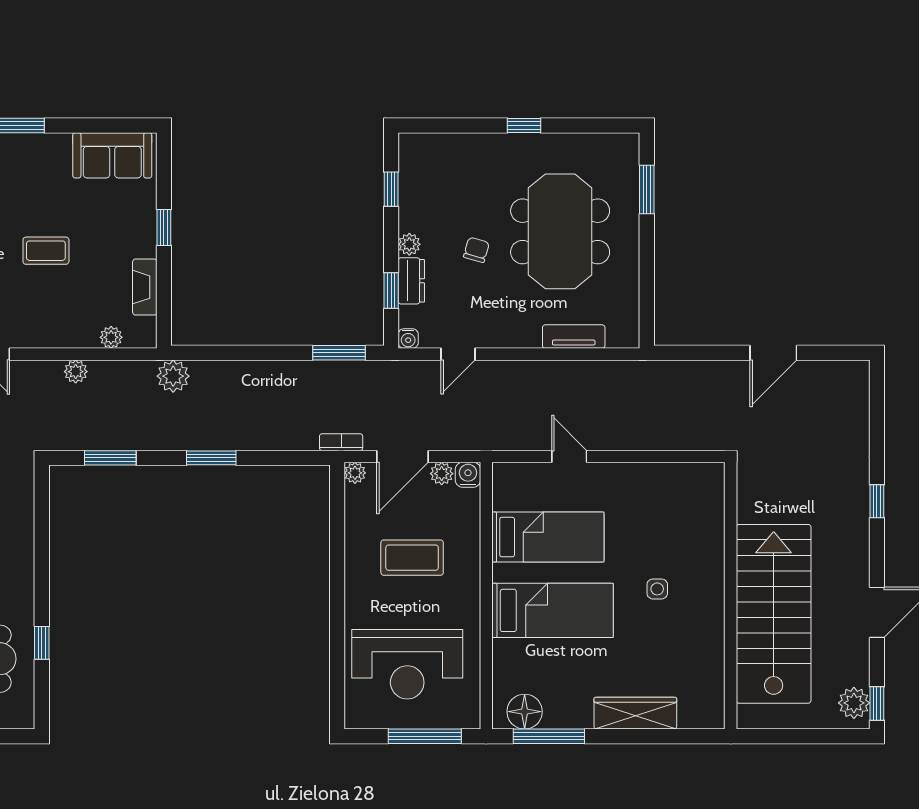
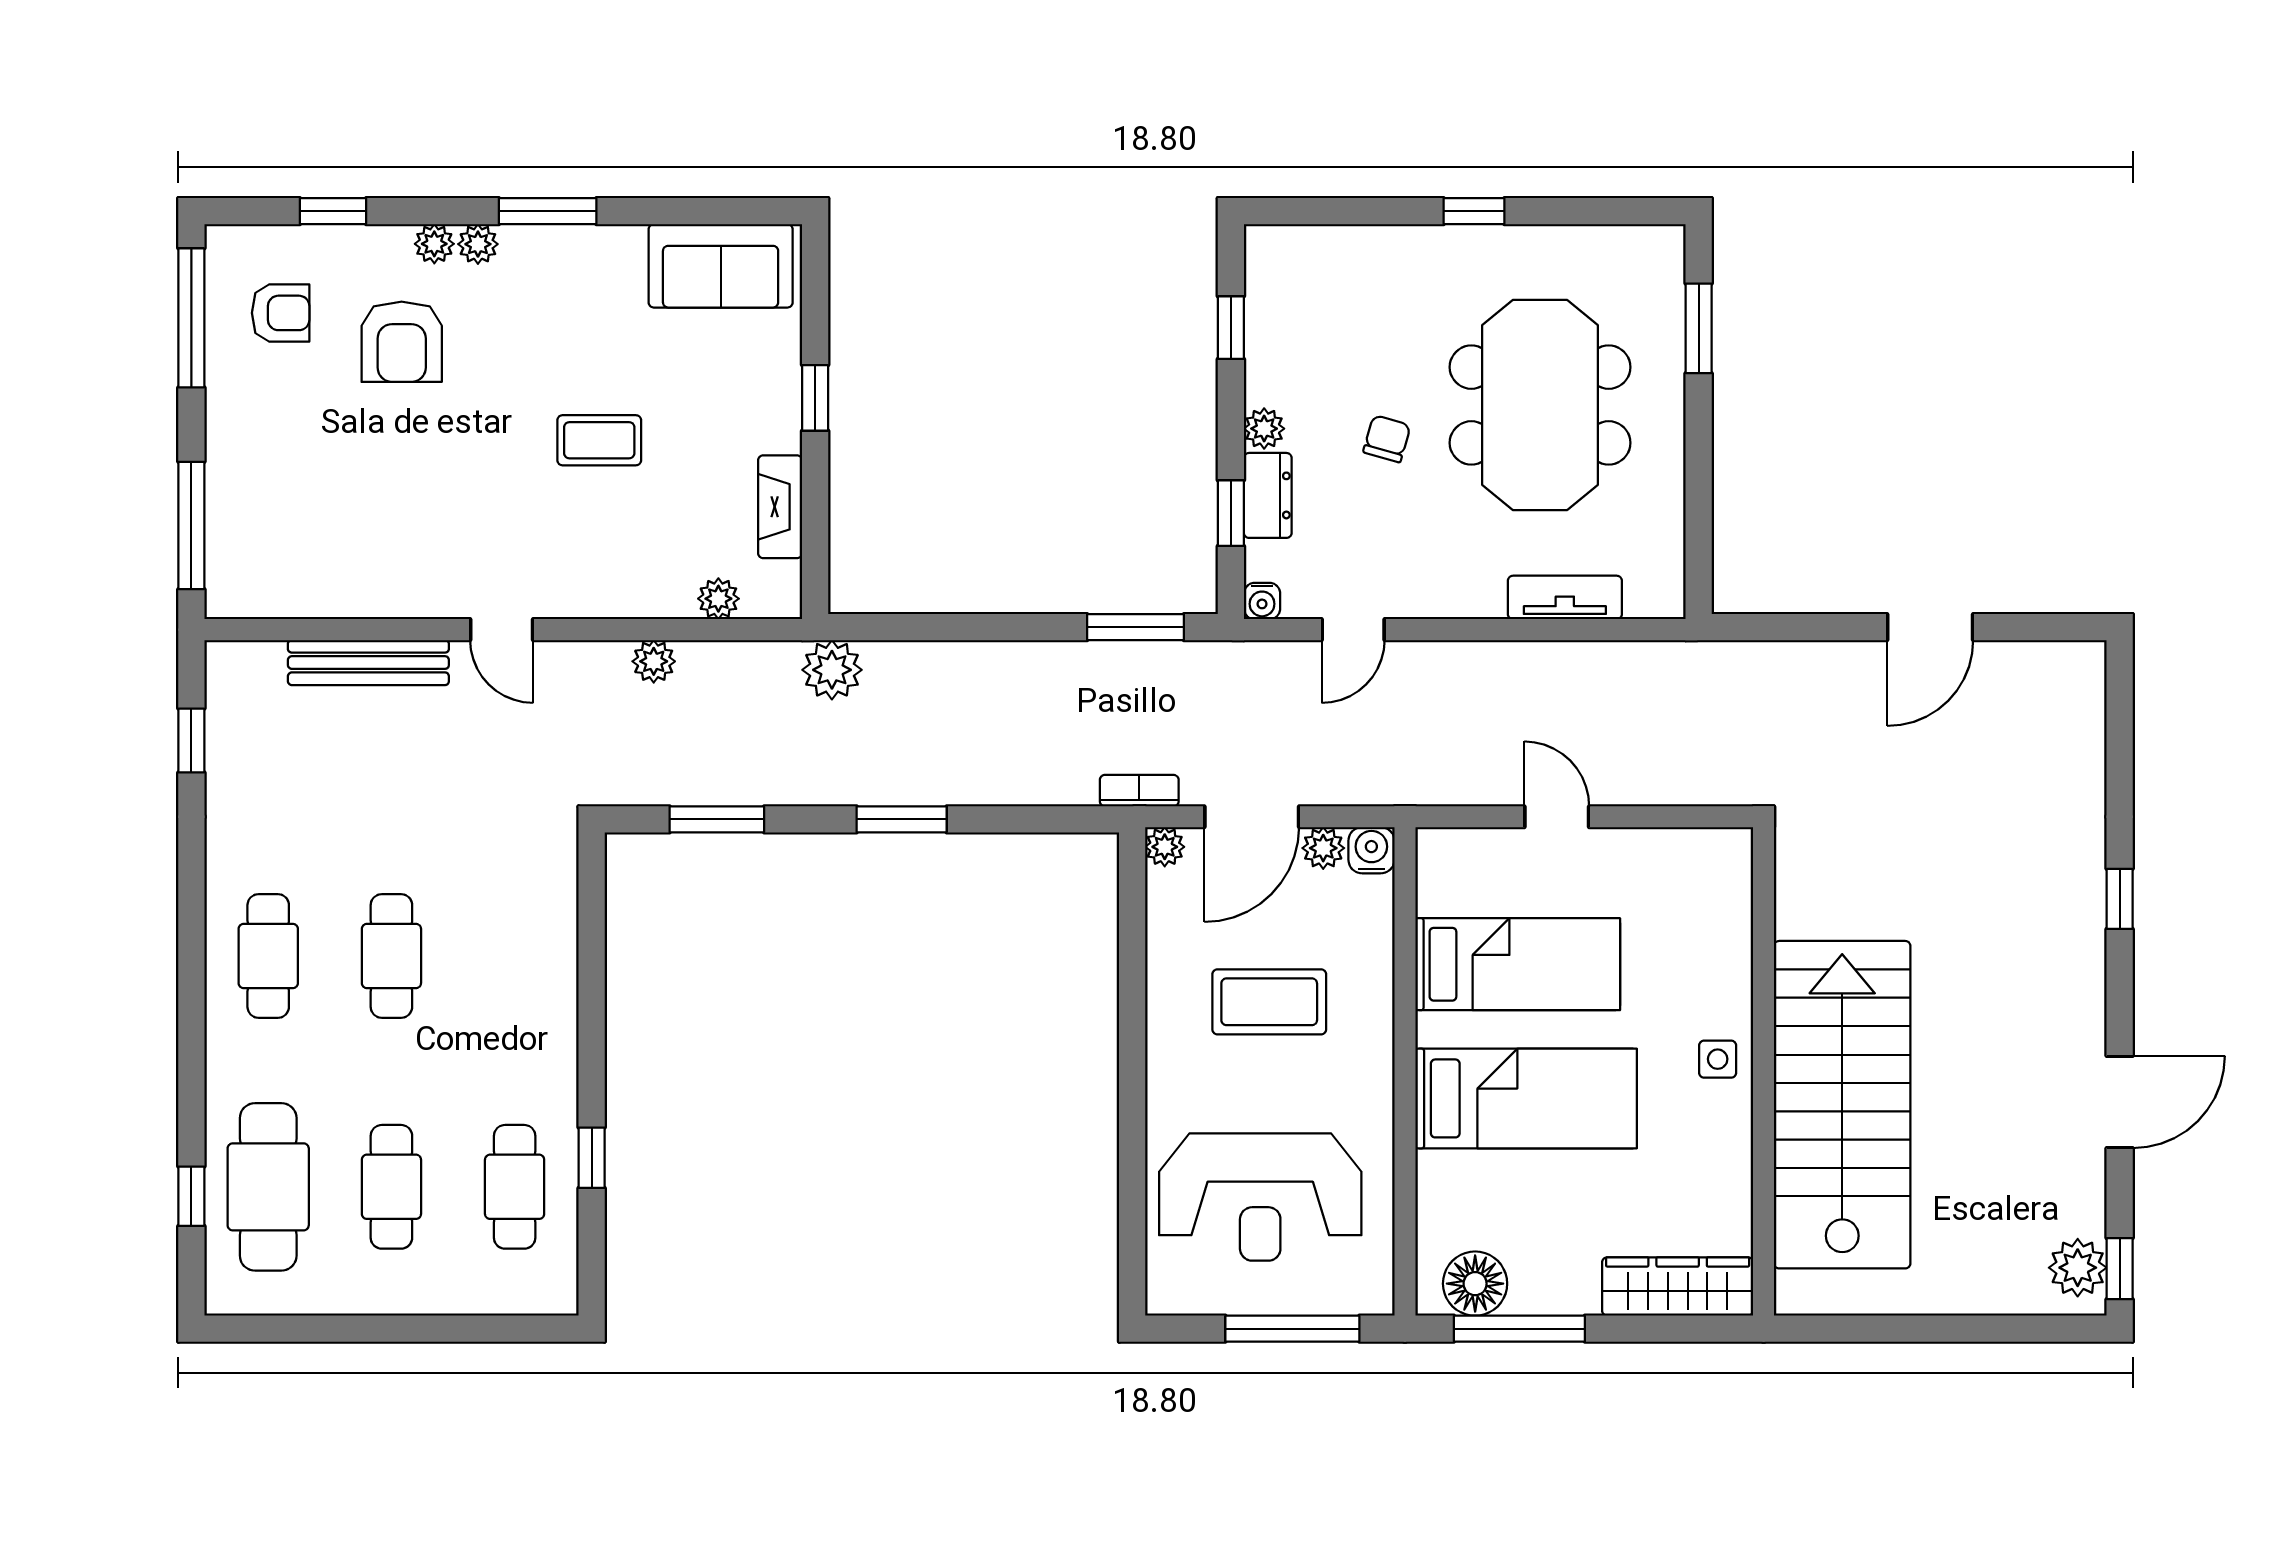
wall: (731, 596) -> (1764, 1071), moved
stairs: (774, 614) -> (1842, 1105), moved

